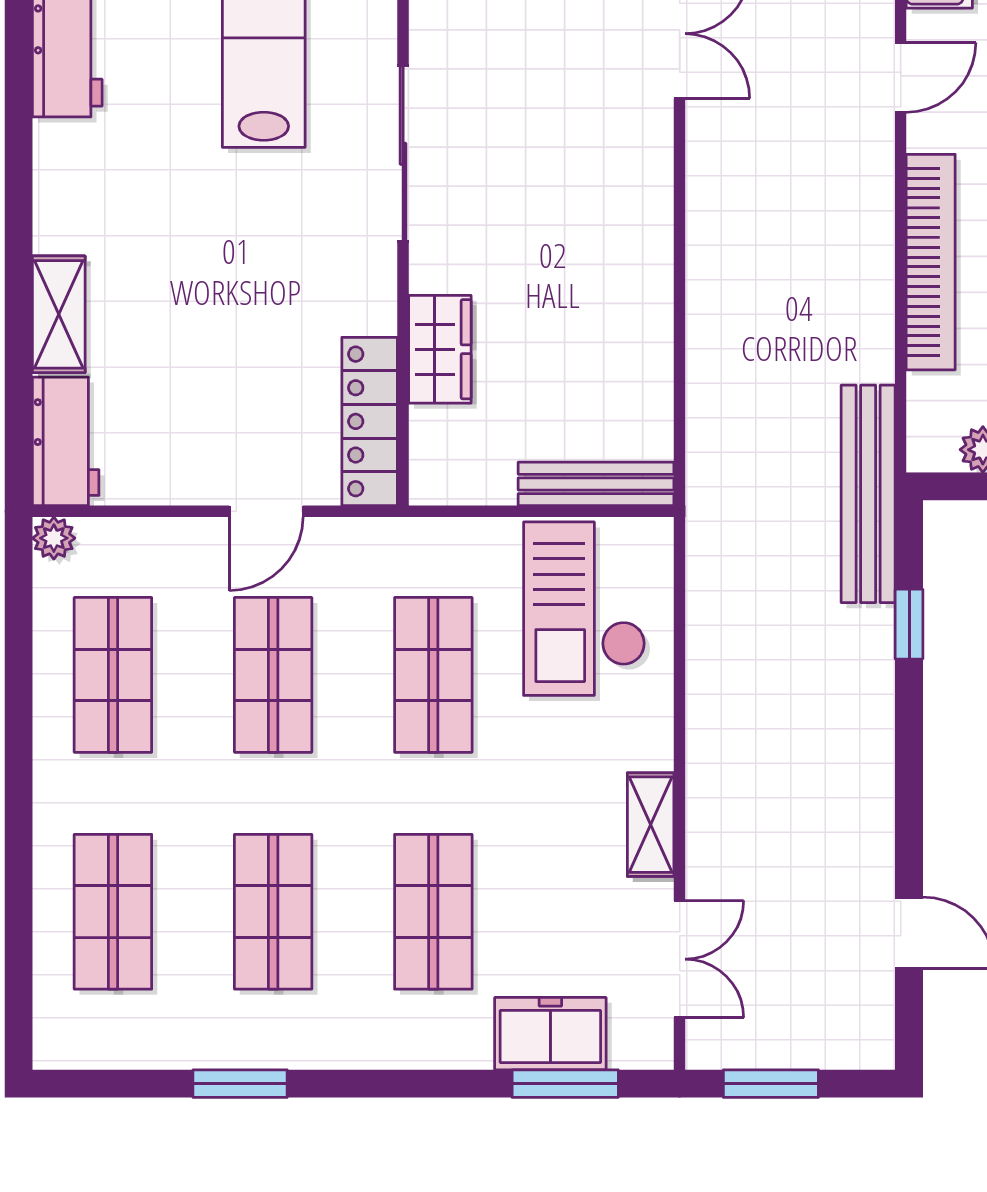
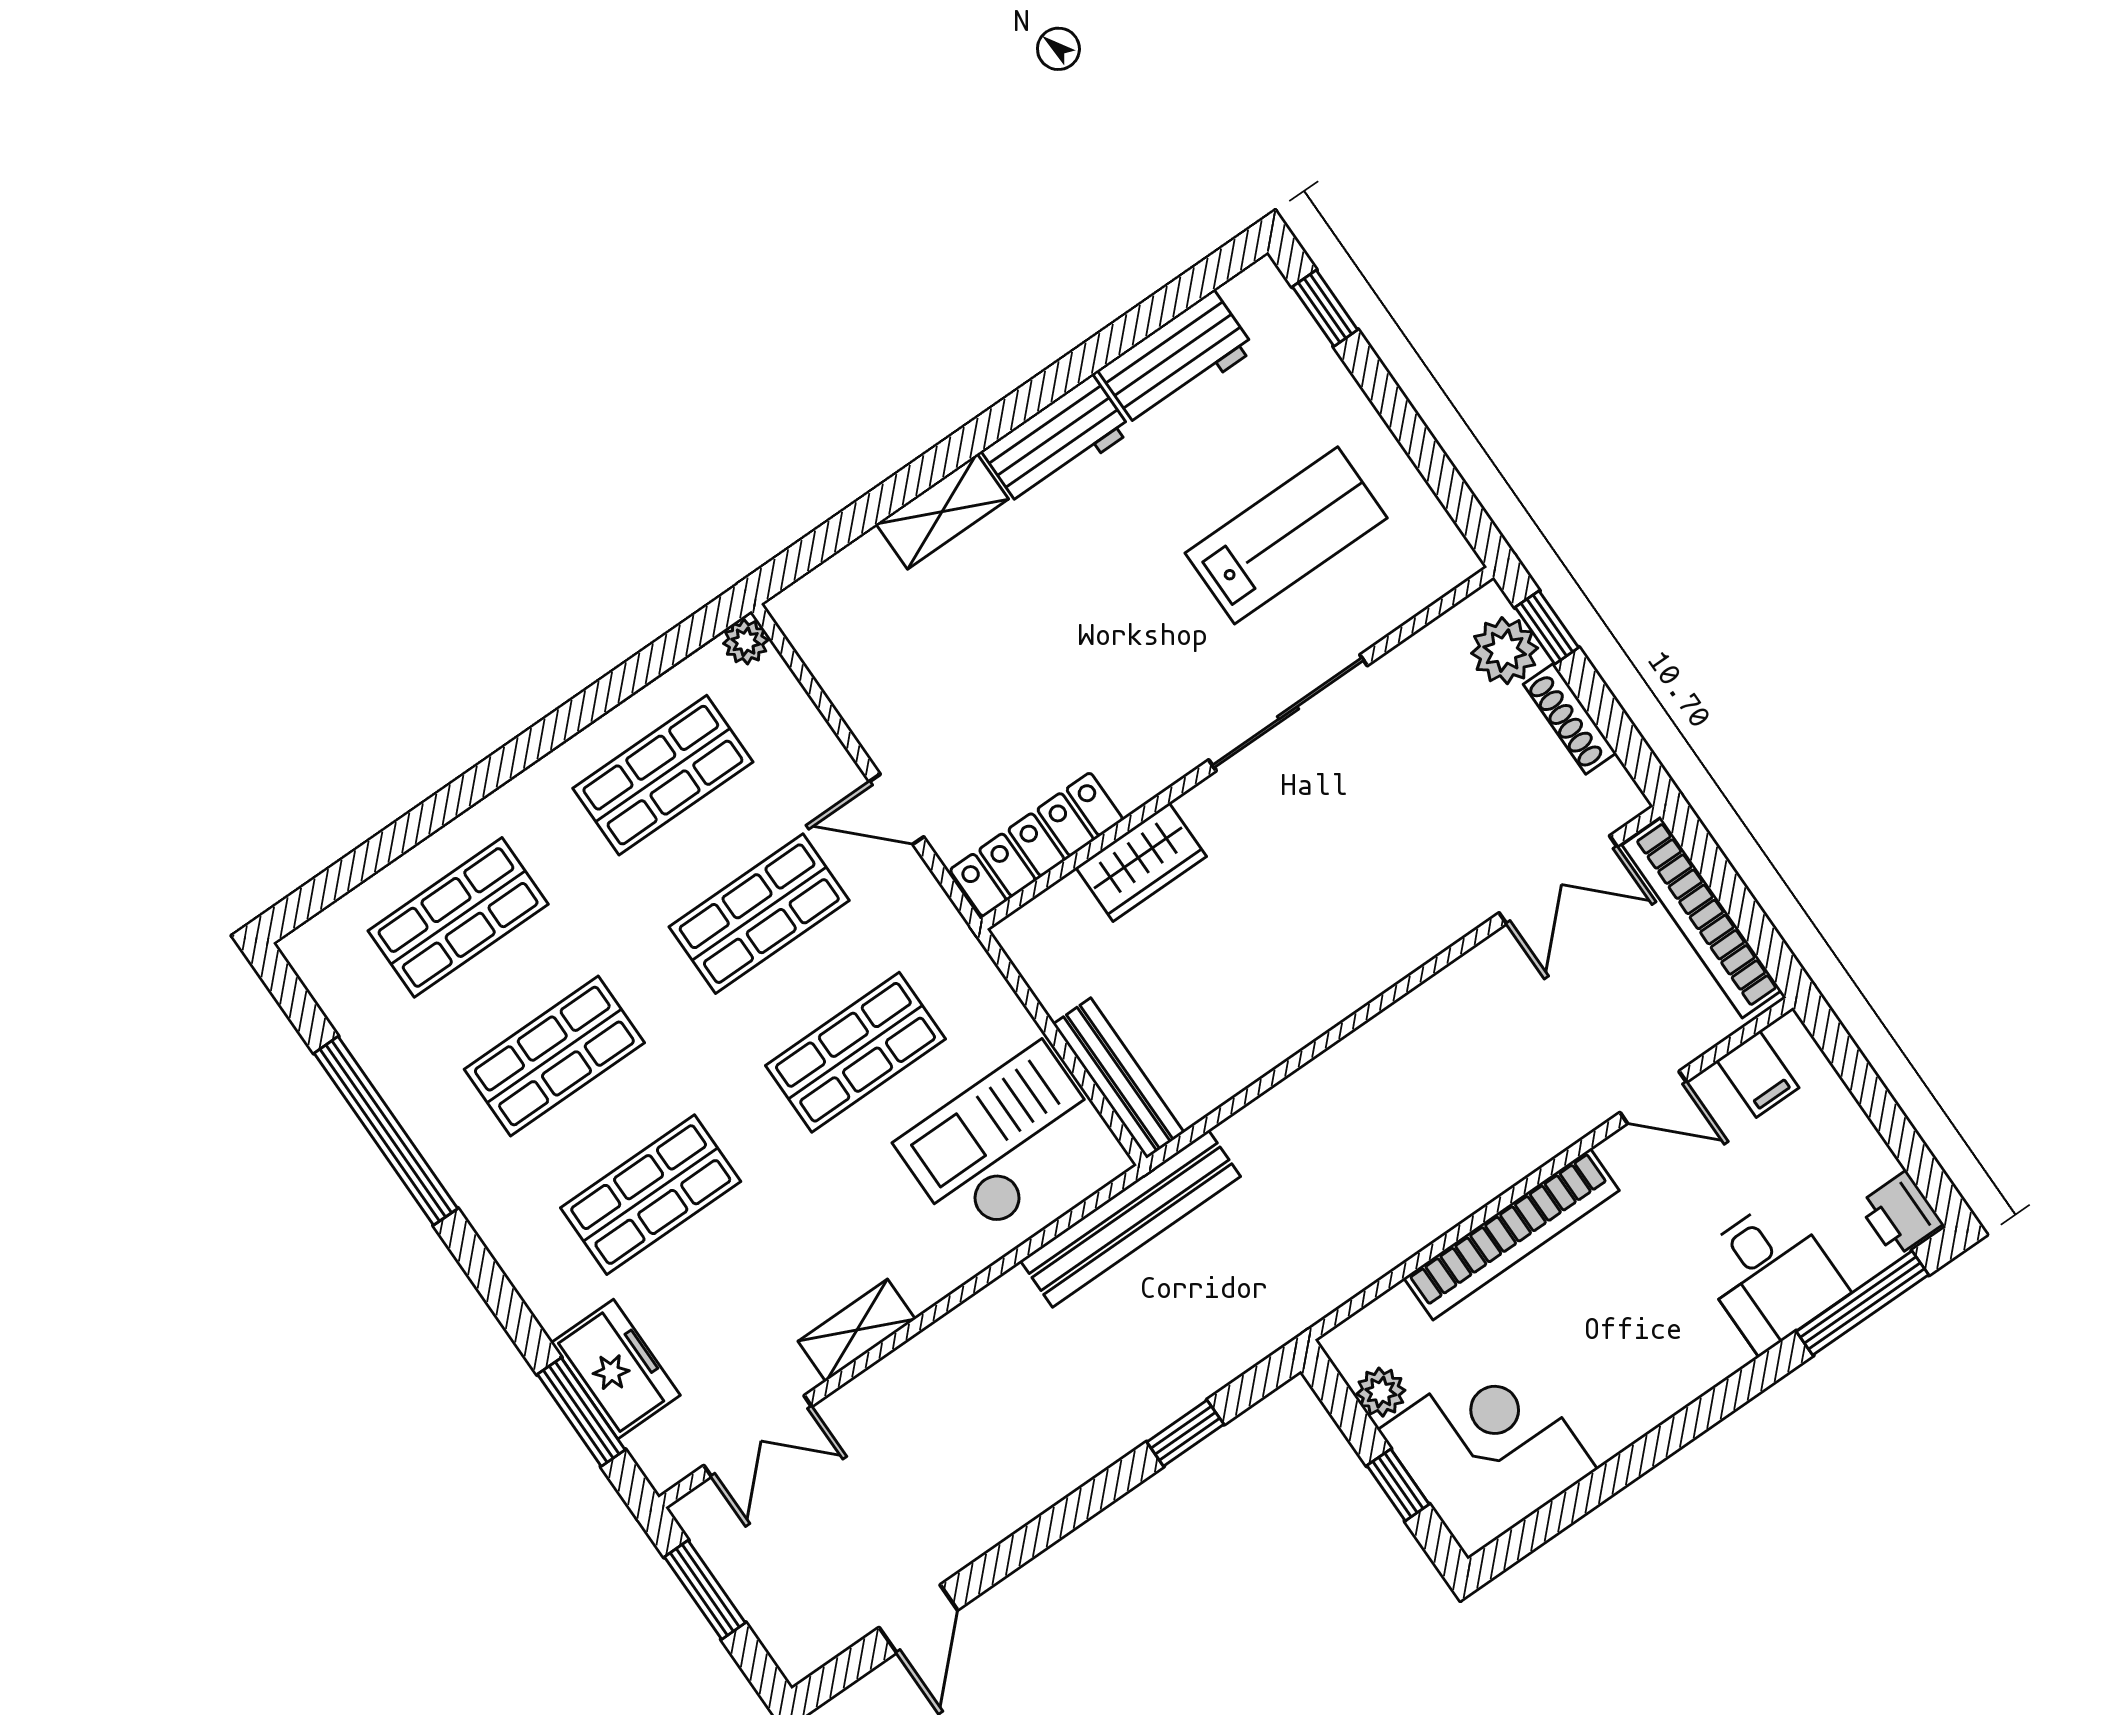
workbench: (66, 441) -> (1056, 441), moved
bench: (868, 494) -> (1130, 1219), moved
window: (240, 1084) -> (386, 1131), width x2.11

